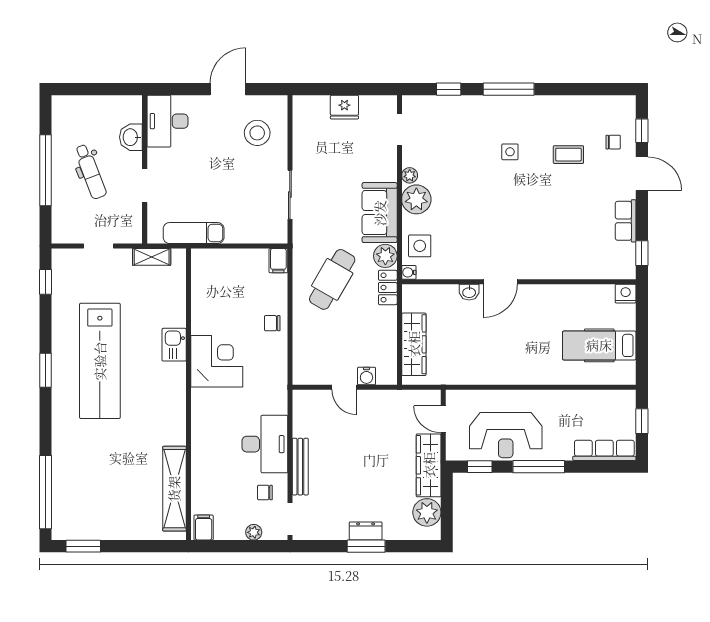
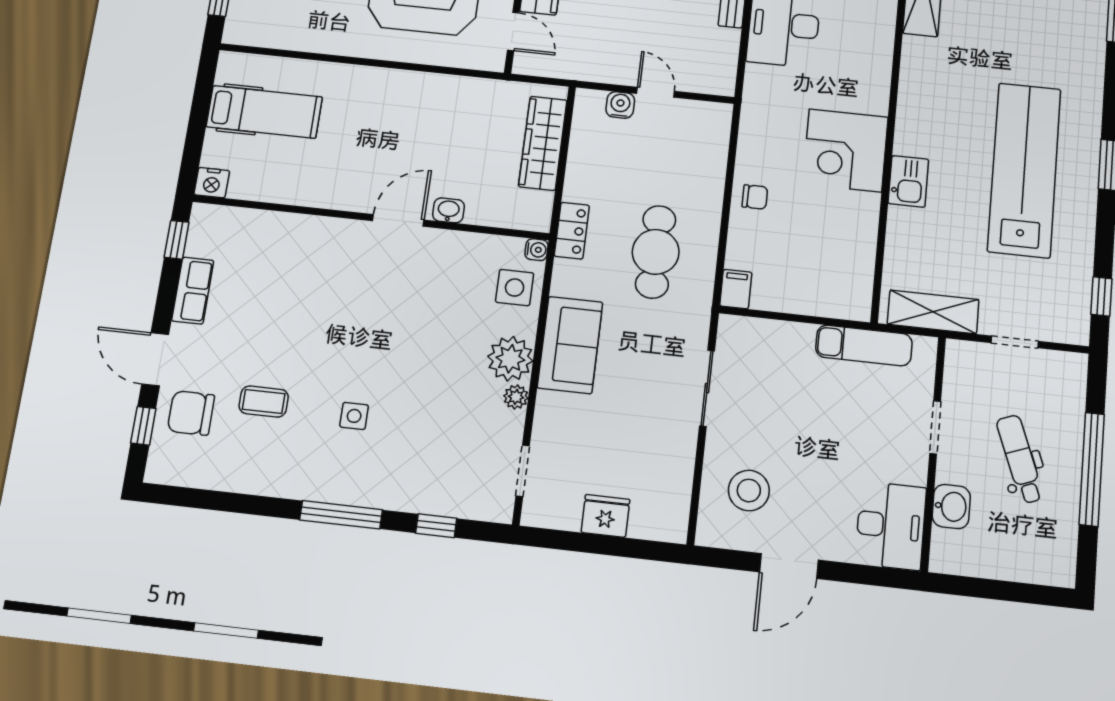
chair: (613, 142) -> (191, 413), width x1.87, depth x1.87
plant: (385, 256) -> (570, 278), removed
shelving: (152, 257) -> (933, 312), width x1.50, depth x1.33
cafe table: (332, 279) -> (656, 252), turned -30

